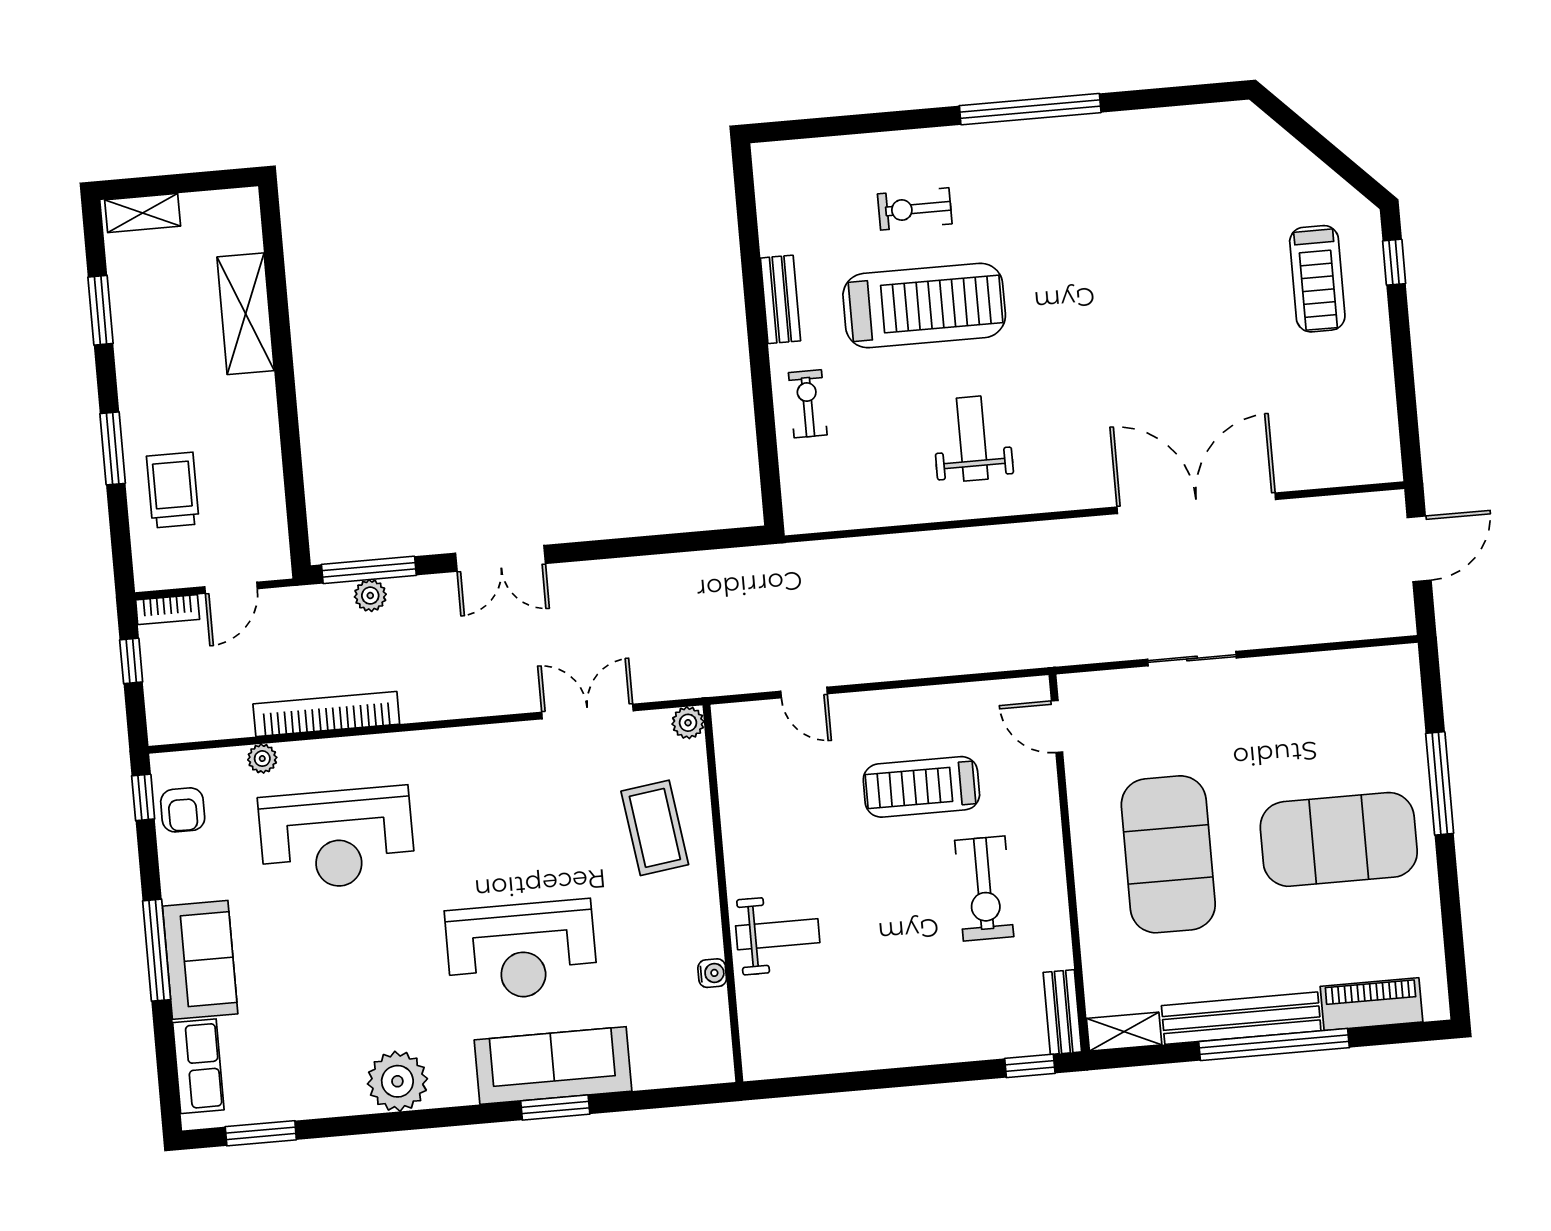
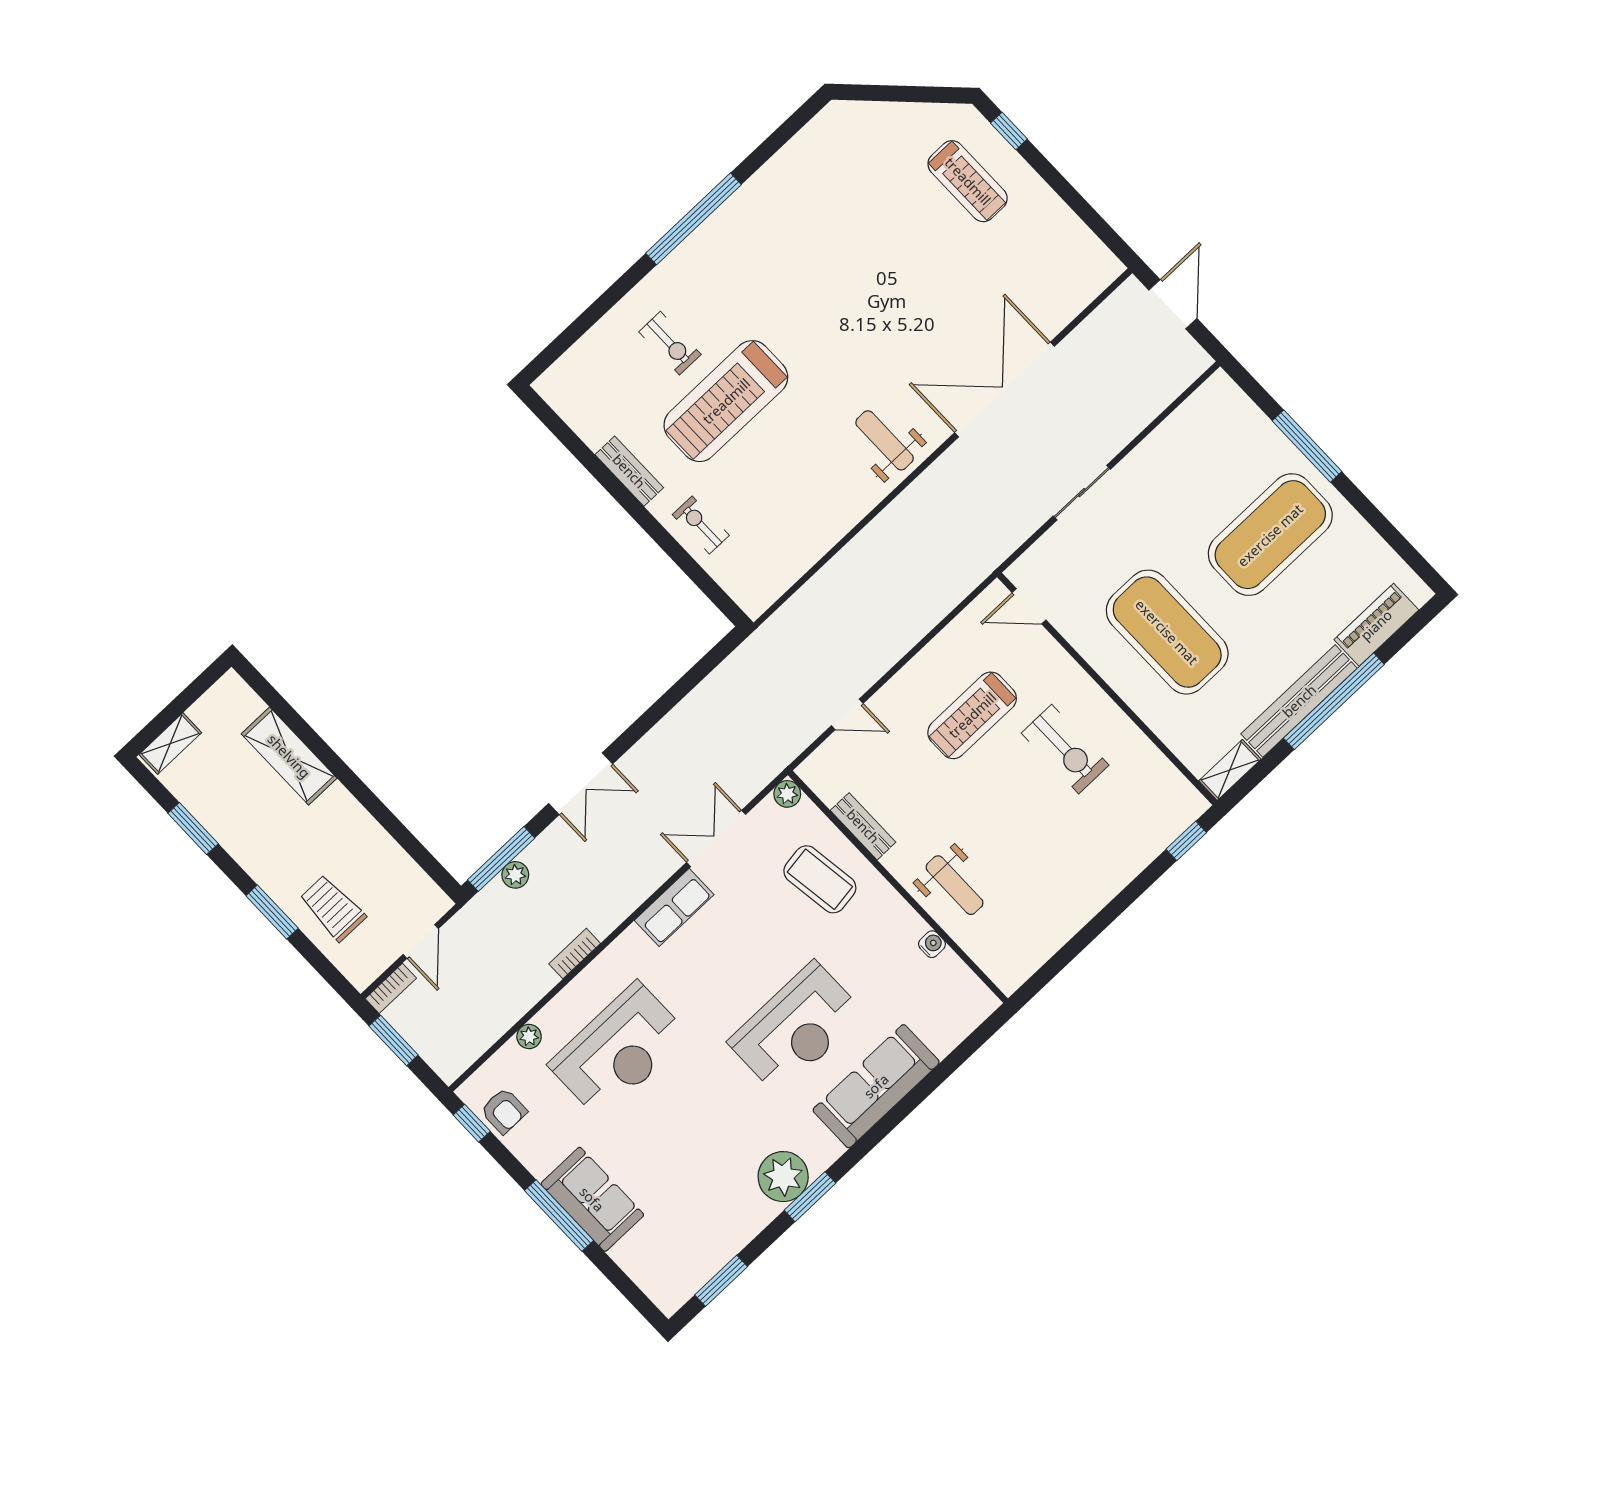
exercise bike: (915, 209) -> (670, 343), turned -90
treadmill: (924, 306) -> (726, 401), turned 180
weight bench: (972, 439) -> (885, 440), moved
window: (131, 661) -> (394, 1041), width x1.50
bookcase: (326, 714) -> (575, 954), width x0.43, depth x0.76
weight bench: (778, 934) -> (955, 885), turned 90
bench: (1062, 1012) -> (863, 826), moved
row of seats: (198, 1066) -> (674, 907), moved, turned 90
window: (555, 1108) -> (810, 1197), moved

